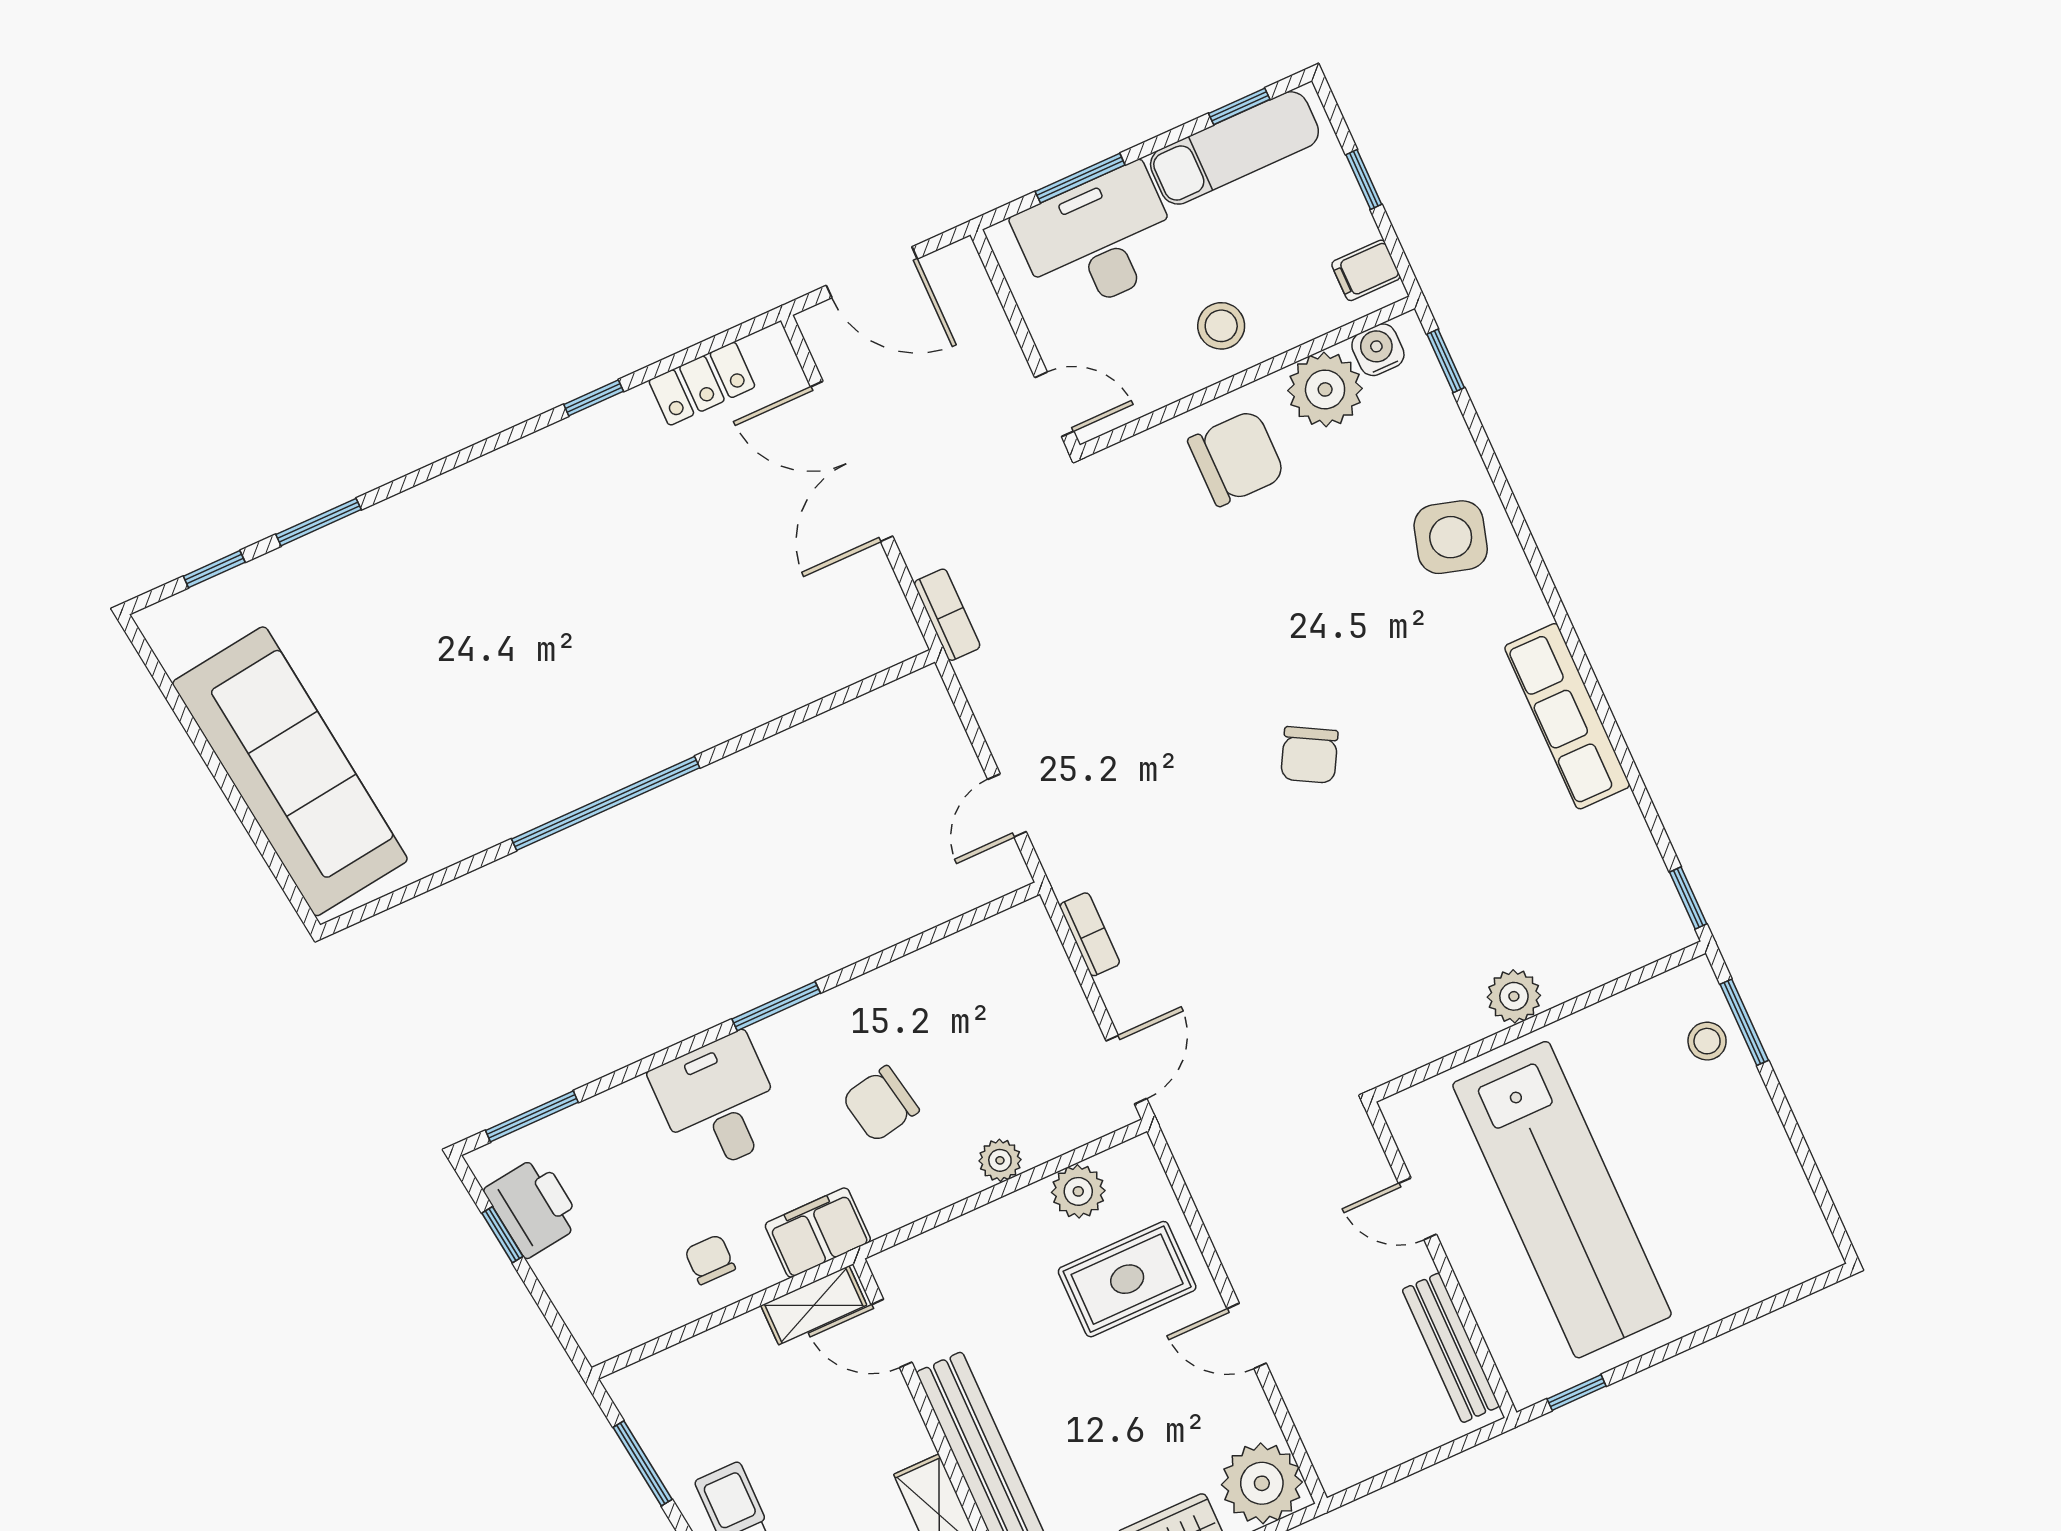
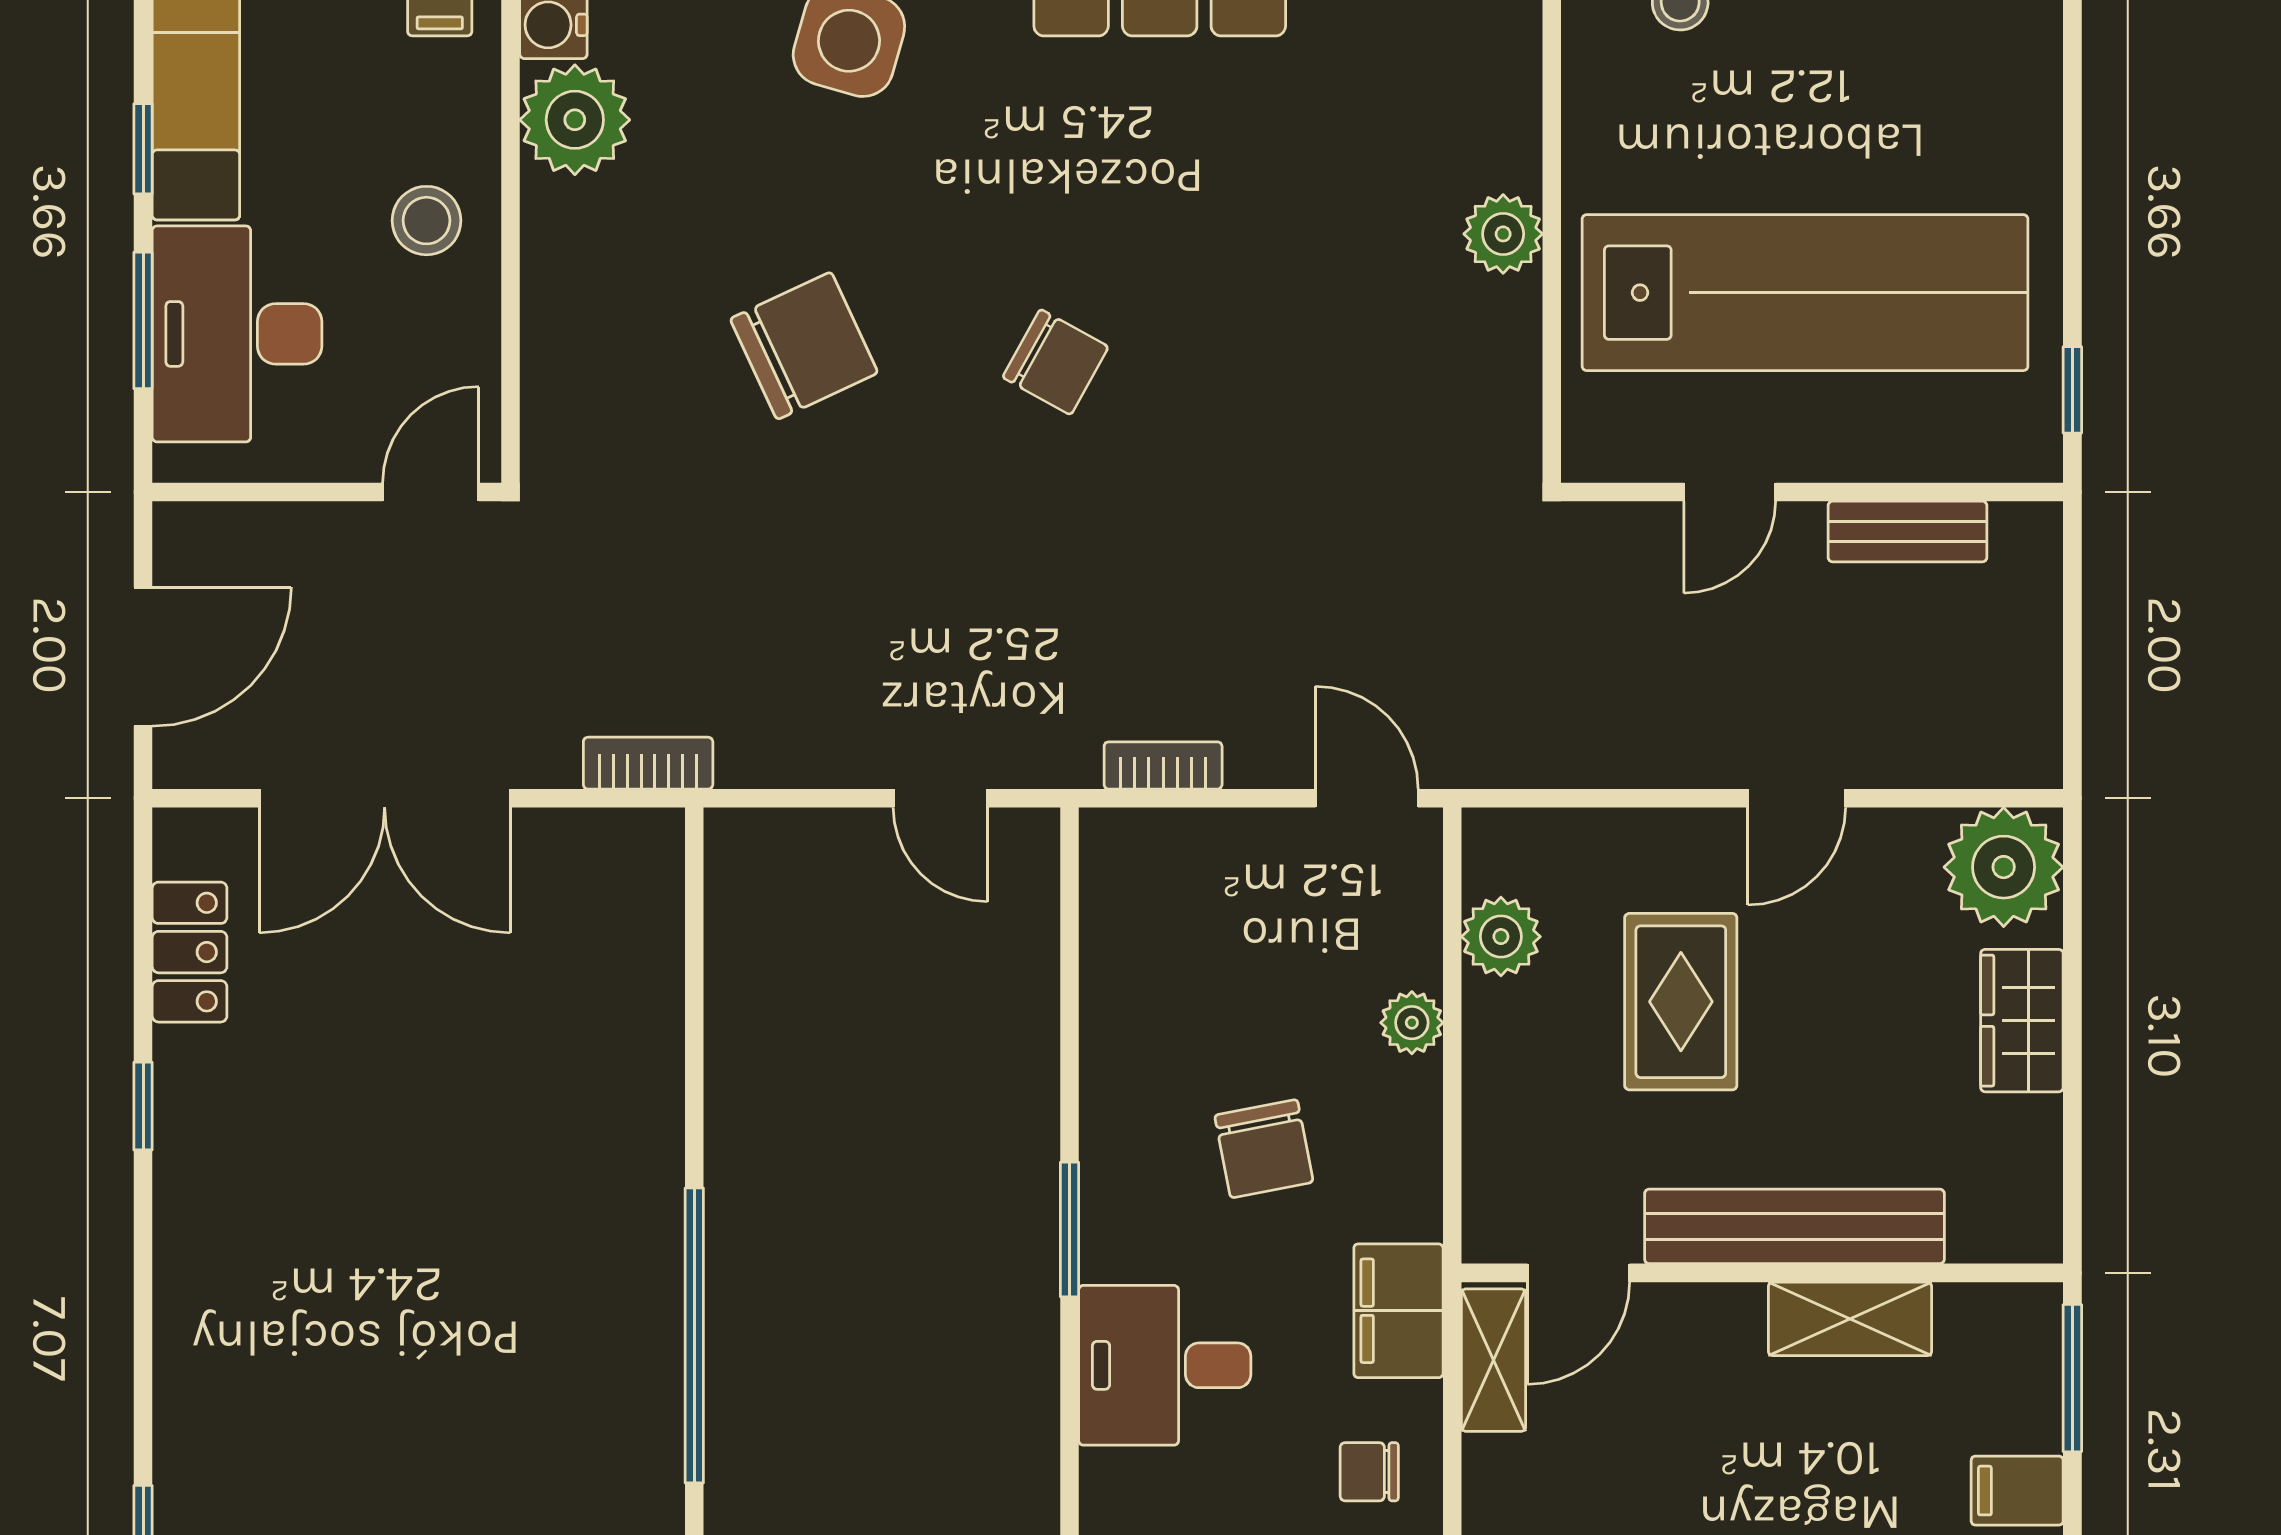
window: (1239, 106) -> (143, 149), moved
chair: (1237, 458) -> (804, 346), moved, turned 65
rug: (1127, 1279) -> (1681, 1002), moved
bench: (1451, 1348) -> (1908, 531), width x0.73

